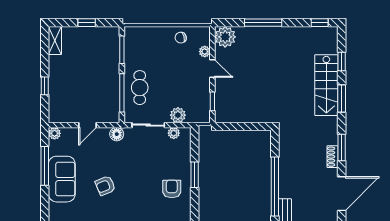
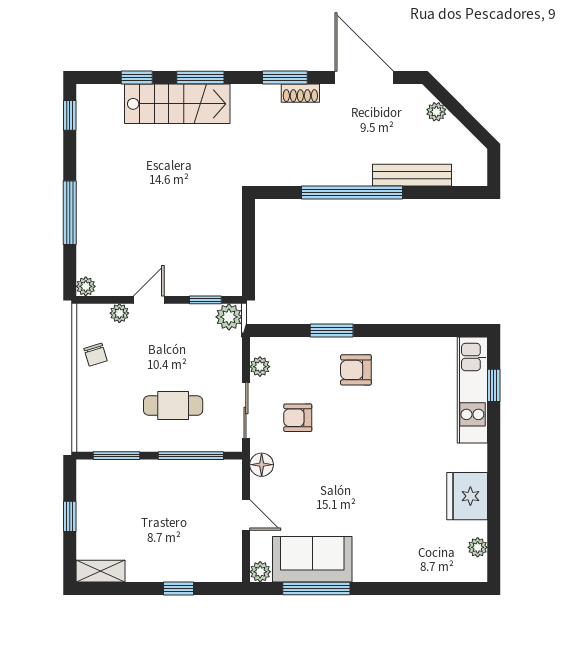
plant: (225, 37) -> (86, 286), width x0.53, depth x0.53
cafe table: (140, 88) -> (173, 406), moved
plant: (178, 115) -> (229, 317), moved
sofa: (62, 179) -> (312, 559), moved
armchair: (105, 186) -> (298, 418), moved, turned 113

